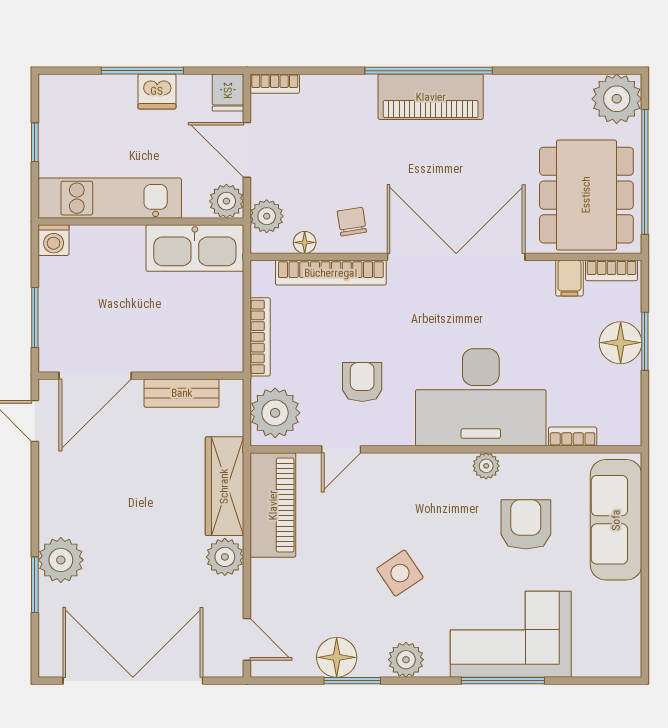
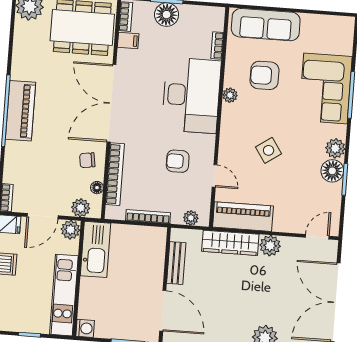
plant: (275, 413) -> (191, 218), width x0.53, depth x0.53
side table: (400, 573) -> (269, 150), moved
floor lamp: (337, 657) -> (332, 171), moved

